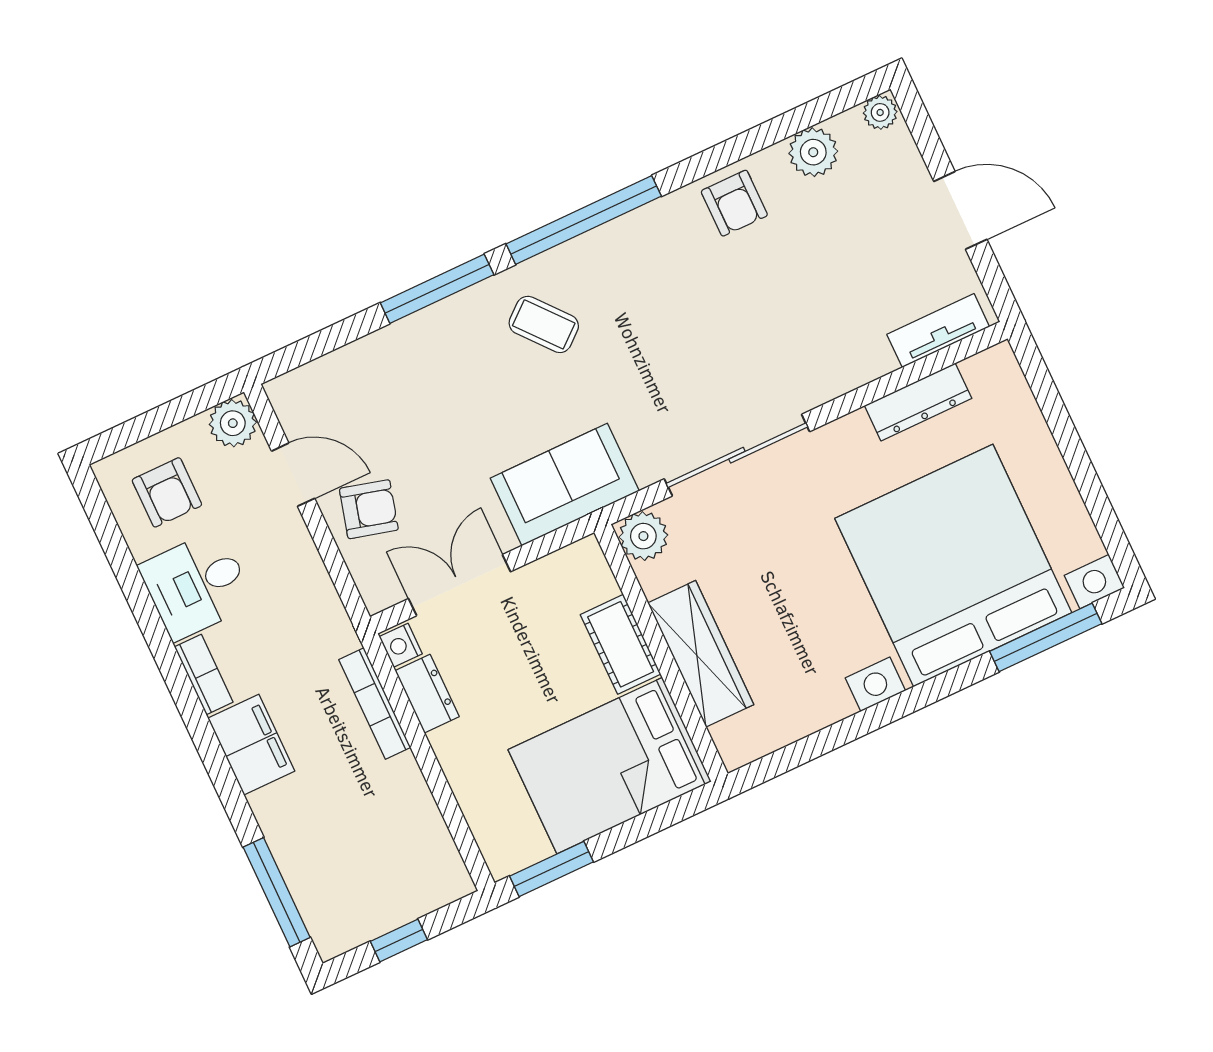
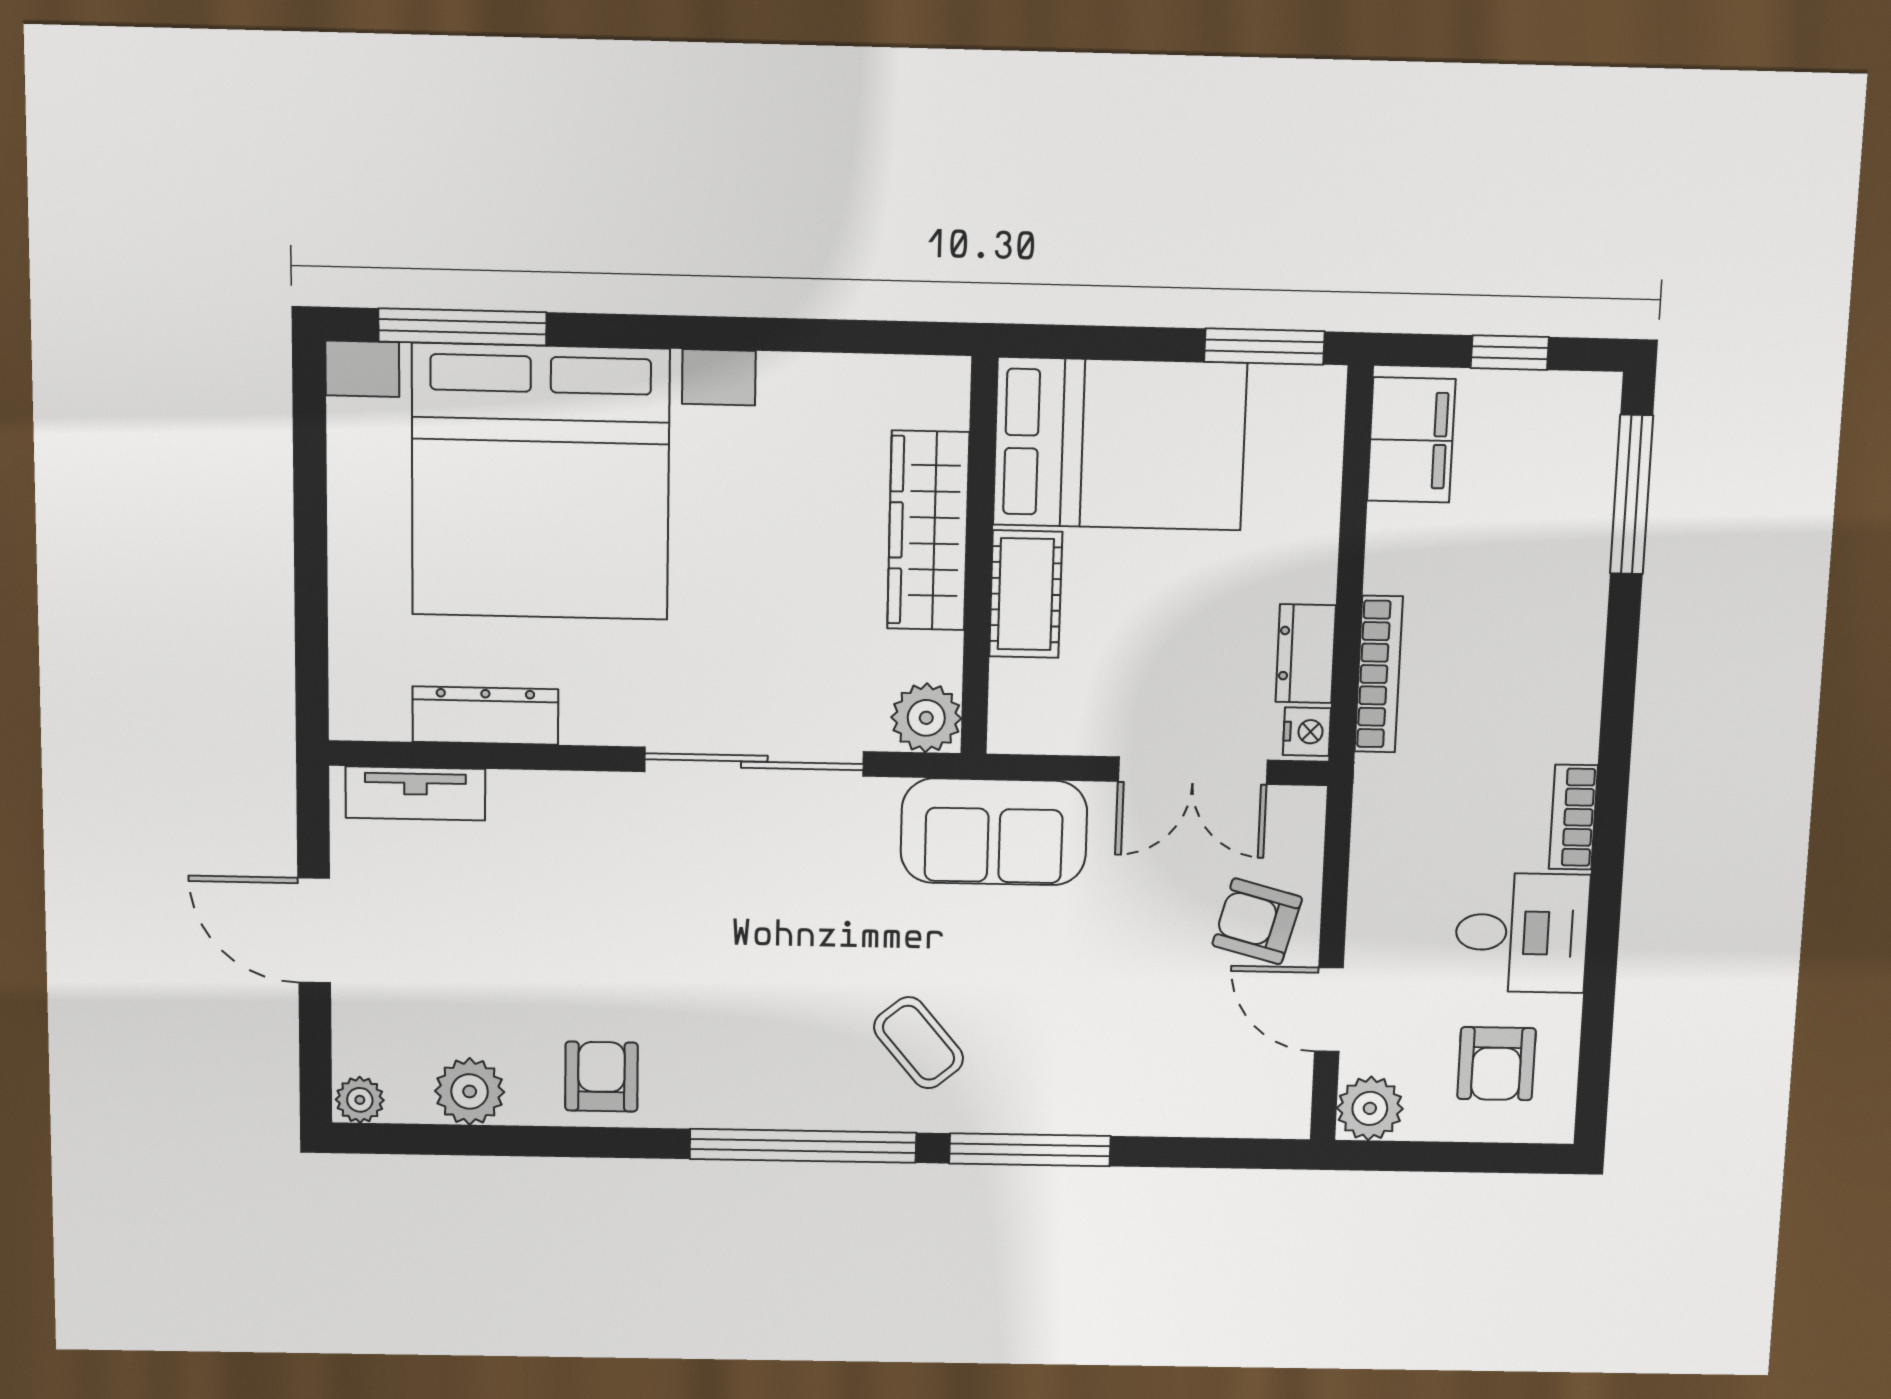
armchair: (167, 492) -> (1496, 1064), turned 180
filing cabinet: (251, 745) -> (1411, 440), moved, turned 180

